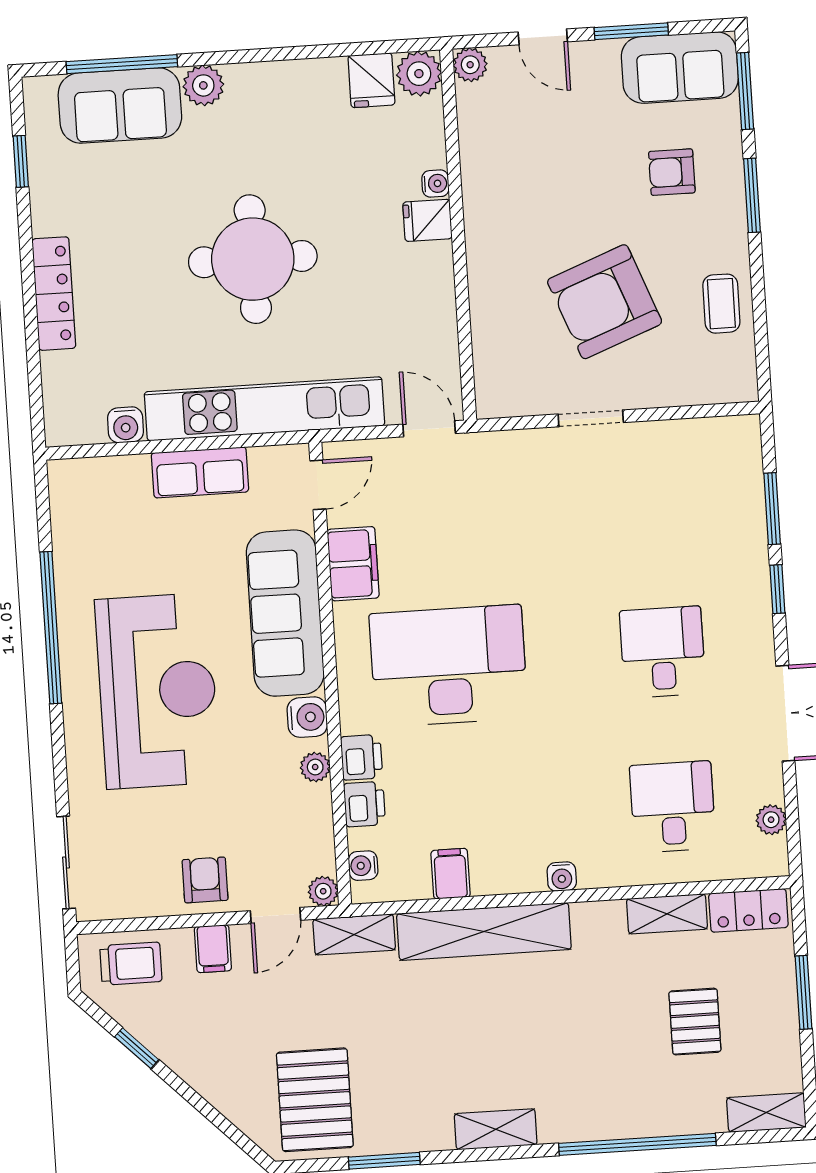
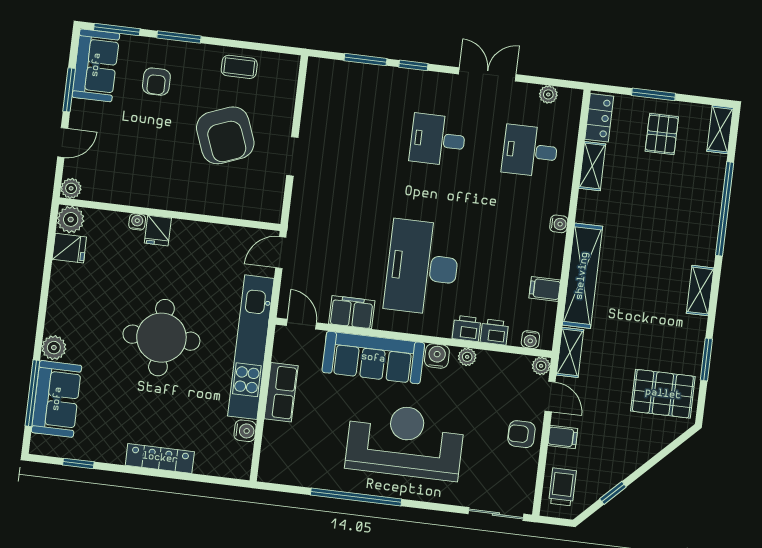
pallet: (695, 1022) -> (662, 134), moved, turned 90

